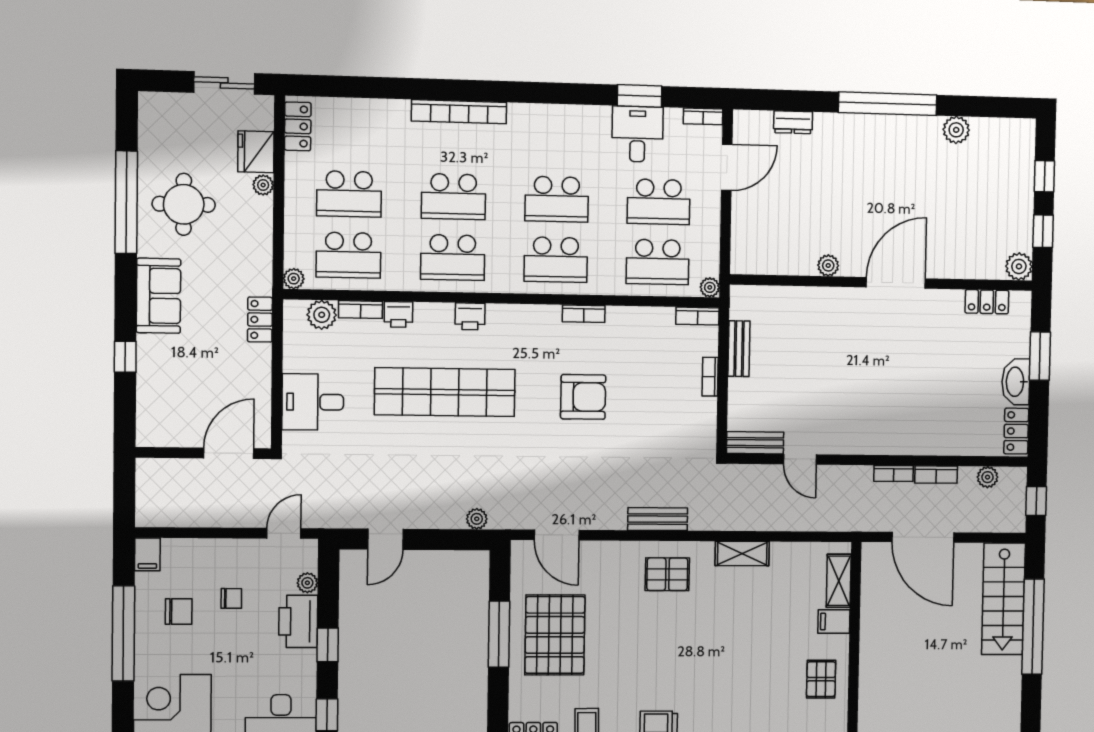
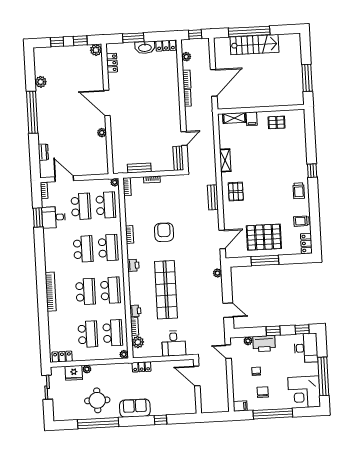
printer: (470, 316) -> (133, 265), moved
stairs: (1003, 599) -> (254, 45), moved

